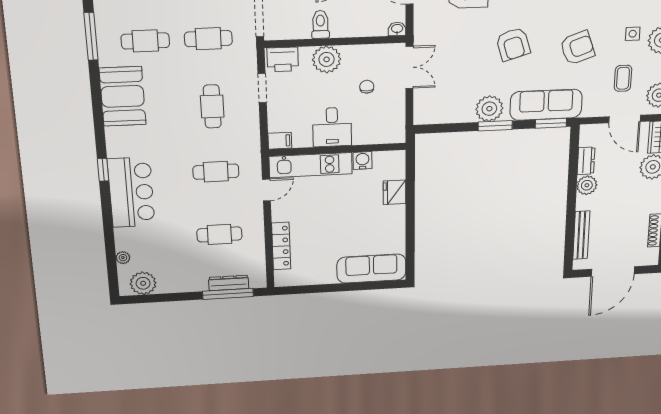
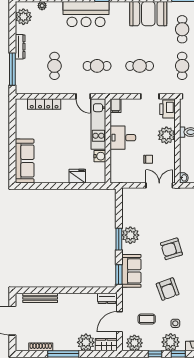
double door: (409, 67) -> (159, 185), swing flipped
sofa: (546, 105) -> (131, 271), width x0.73
dresser: (586, 161) -> (107, 298), moved
cafe table: (216, 172) -> (97, 66), turned 90
plant: (587, 185) -> (75, 300), removed
dresser: (229, 283) -> (20, 47), moved

